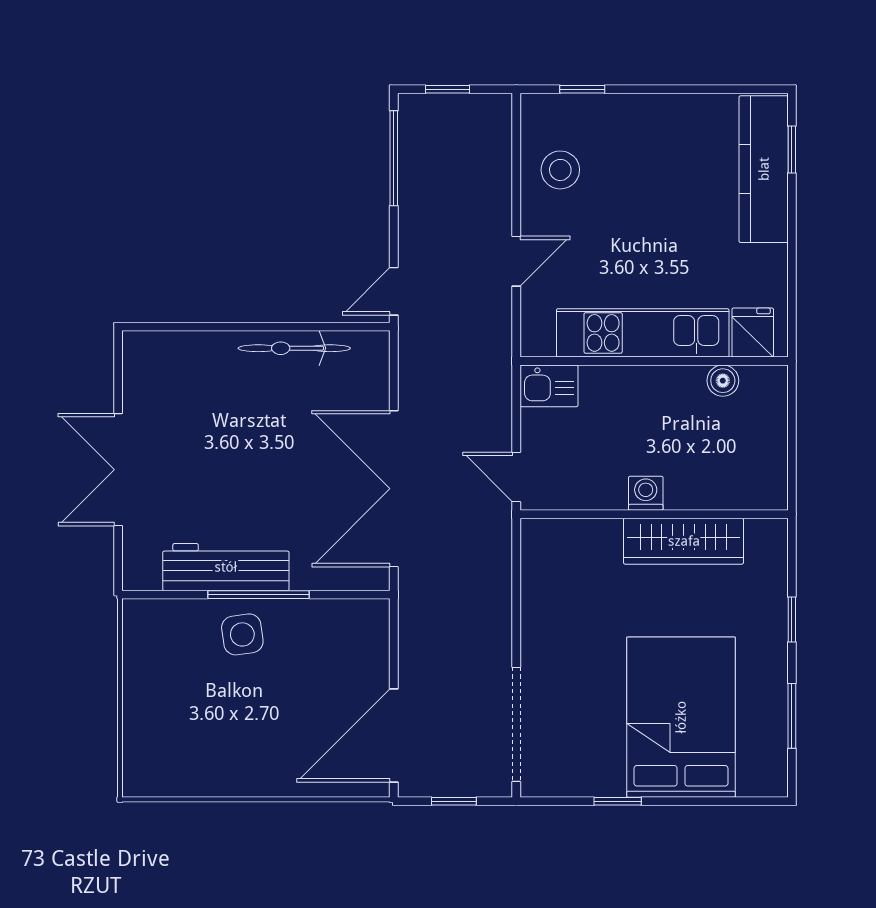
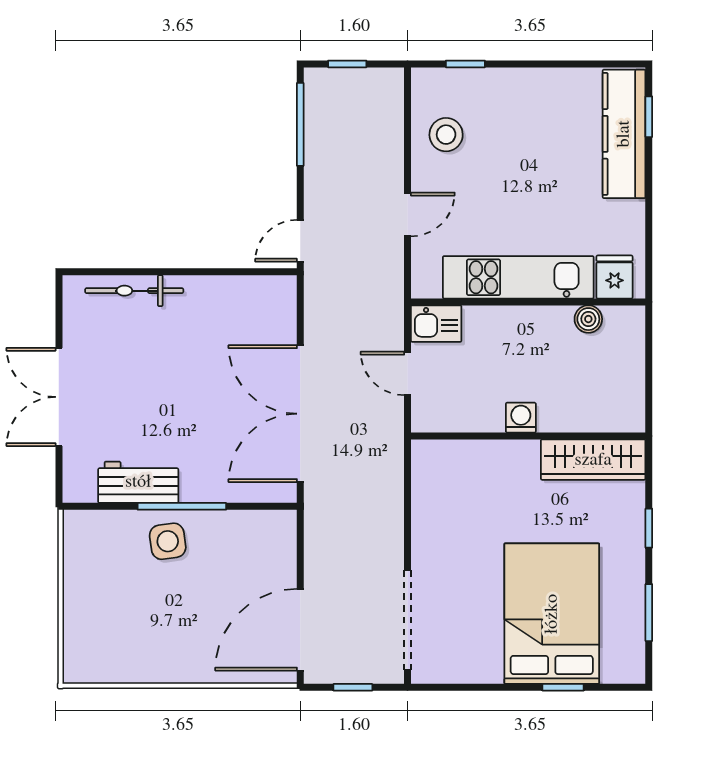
bicycle: (294, 348) -> (134, 291), moved
door: (516, 477) -> (408, 373), moved
wardrobe: (684, 541) -> (593, 460), moved
workbench: (226, 567) -> (138, 482), width x0.73
window: (618, 801) -> (563, 687), moved

